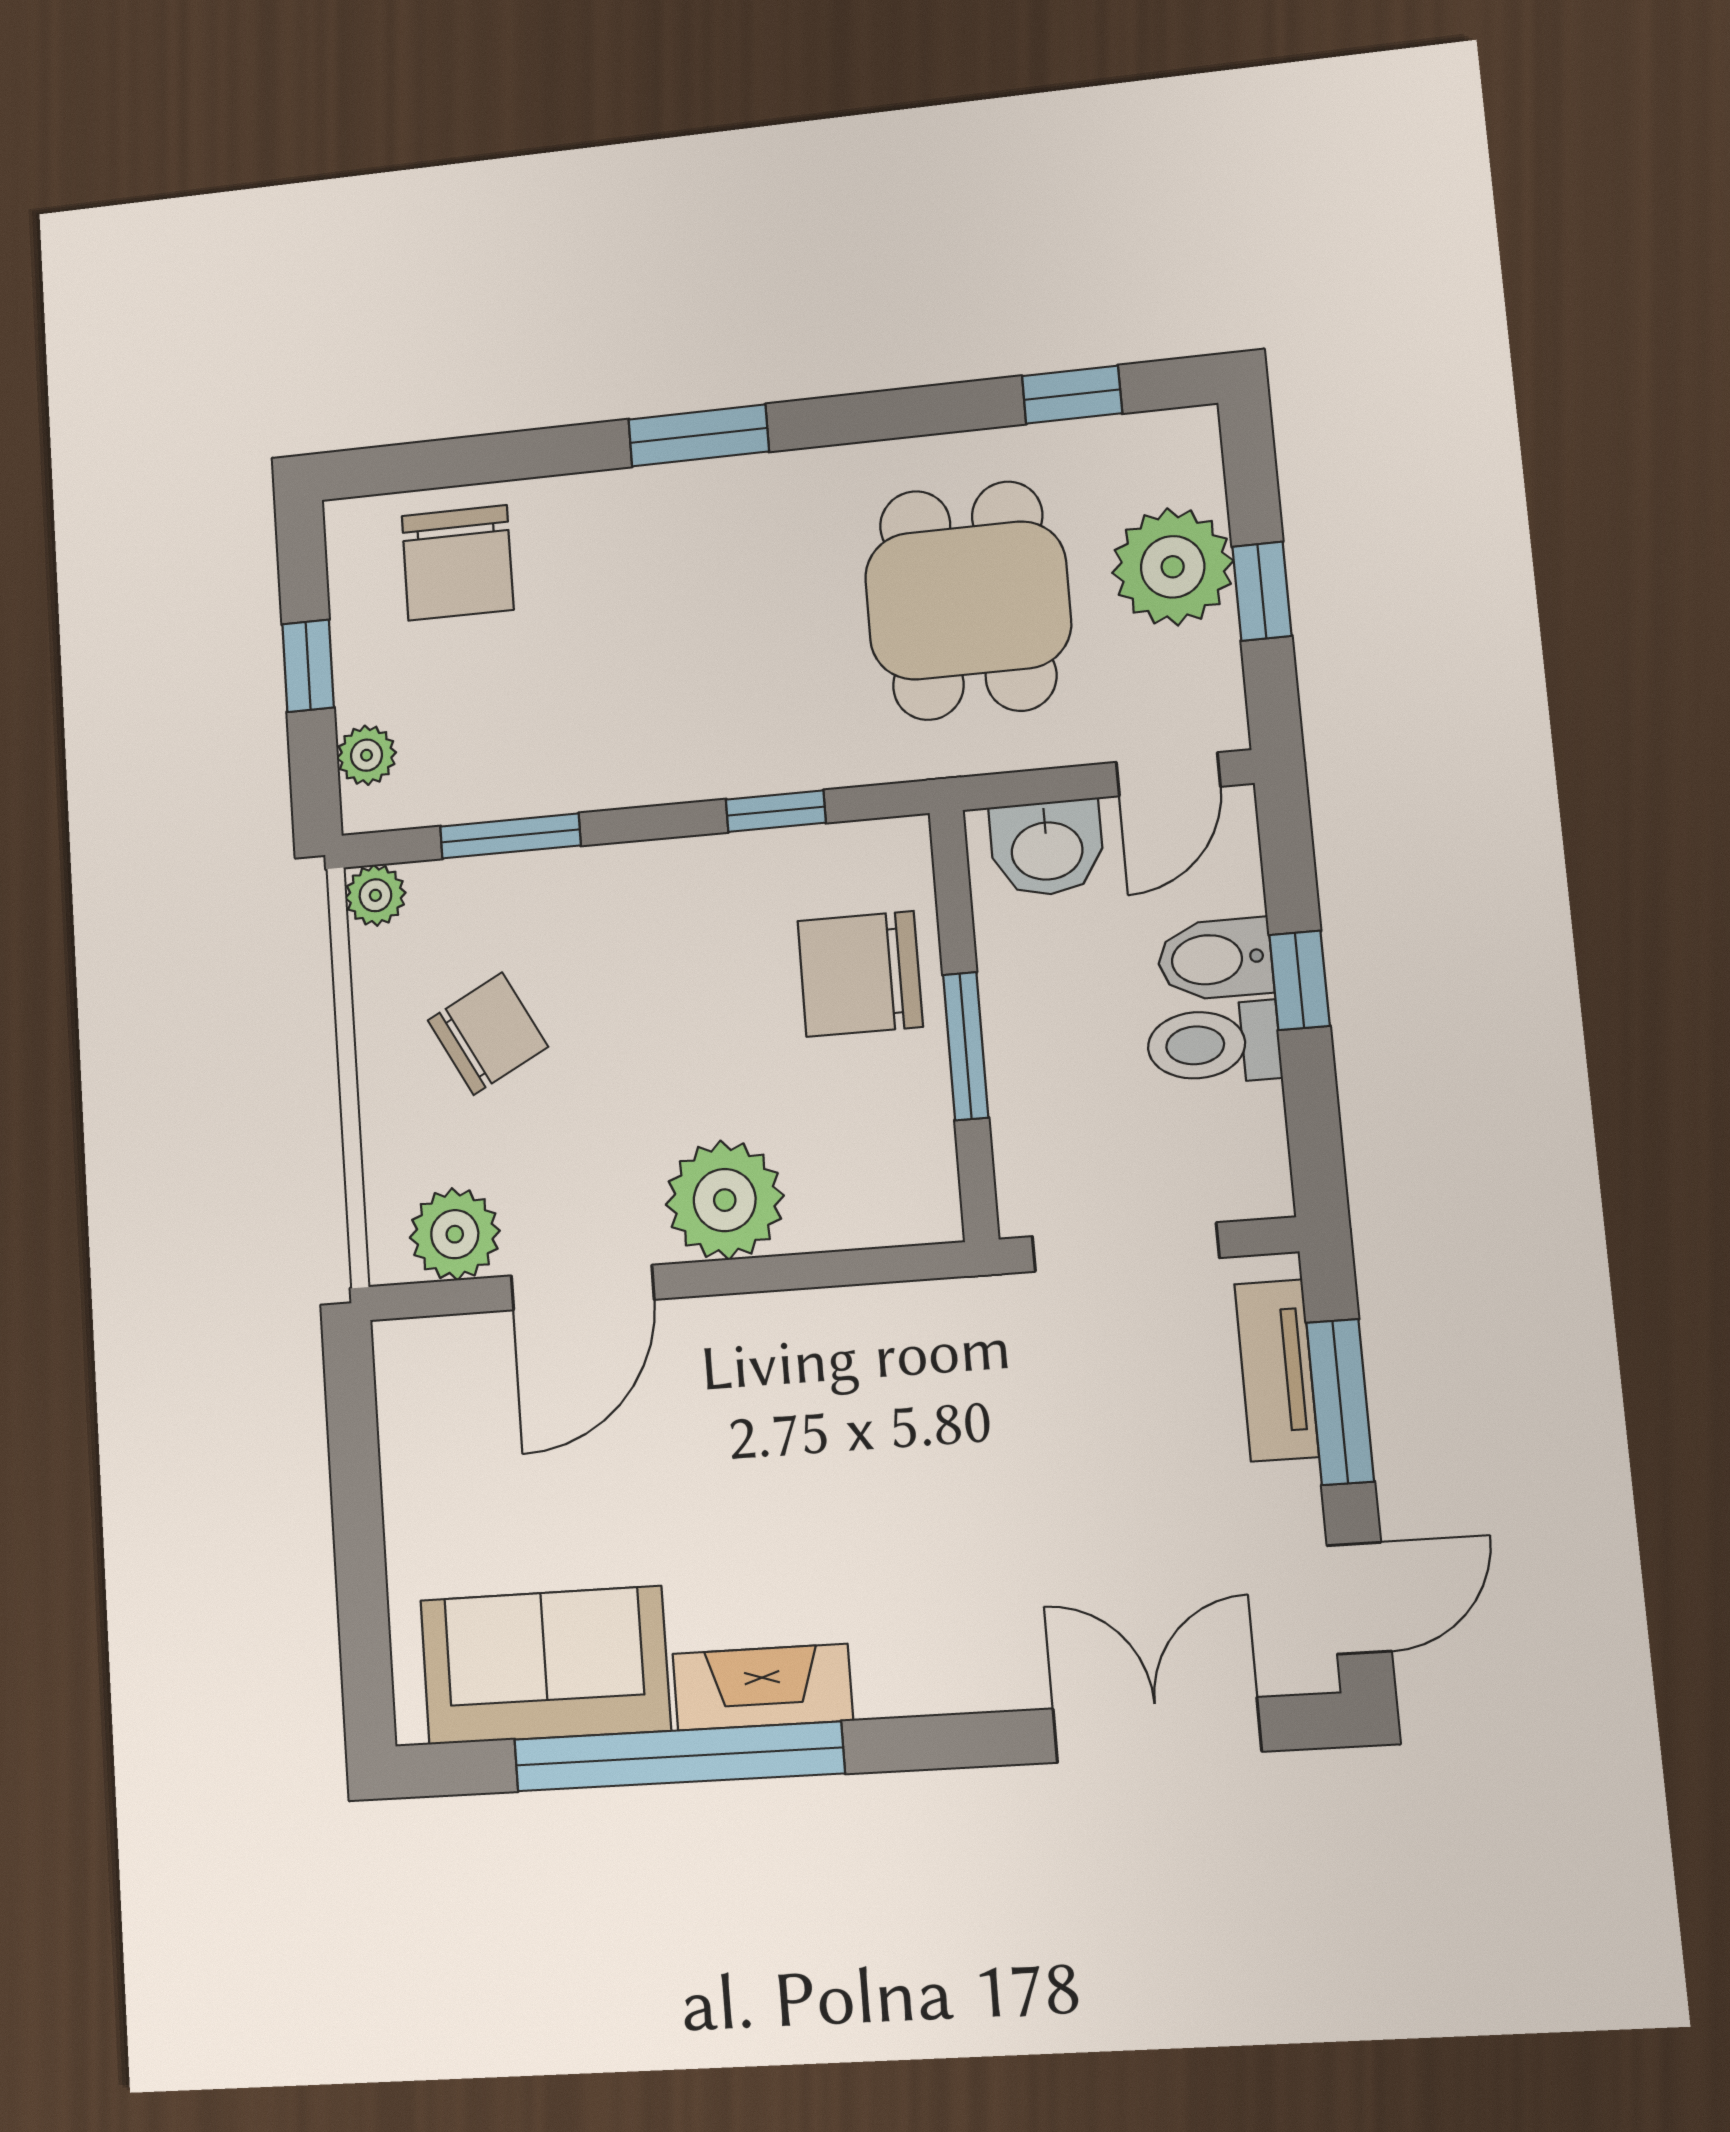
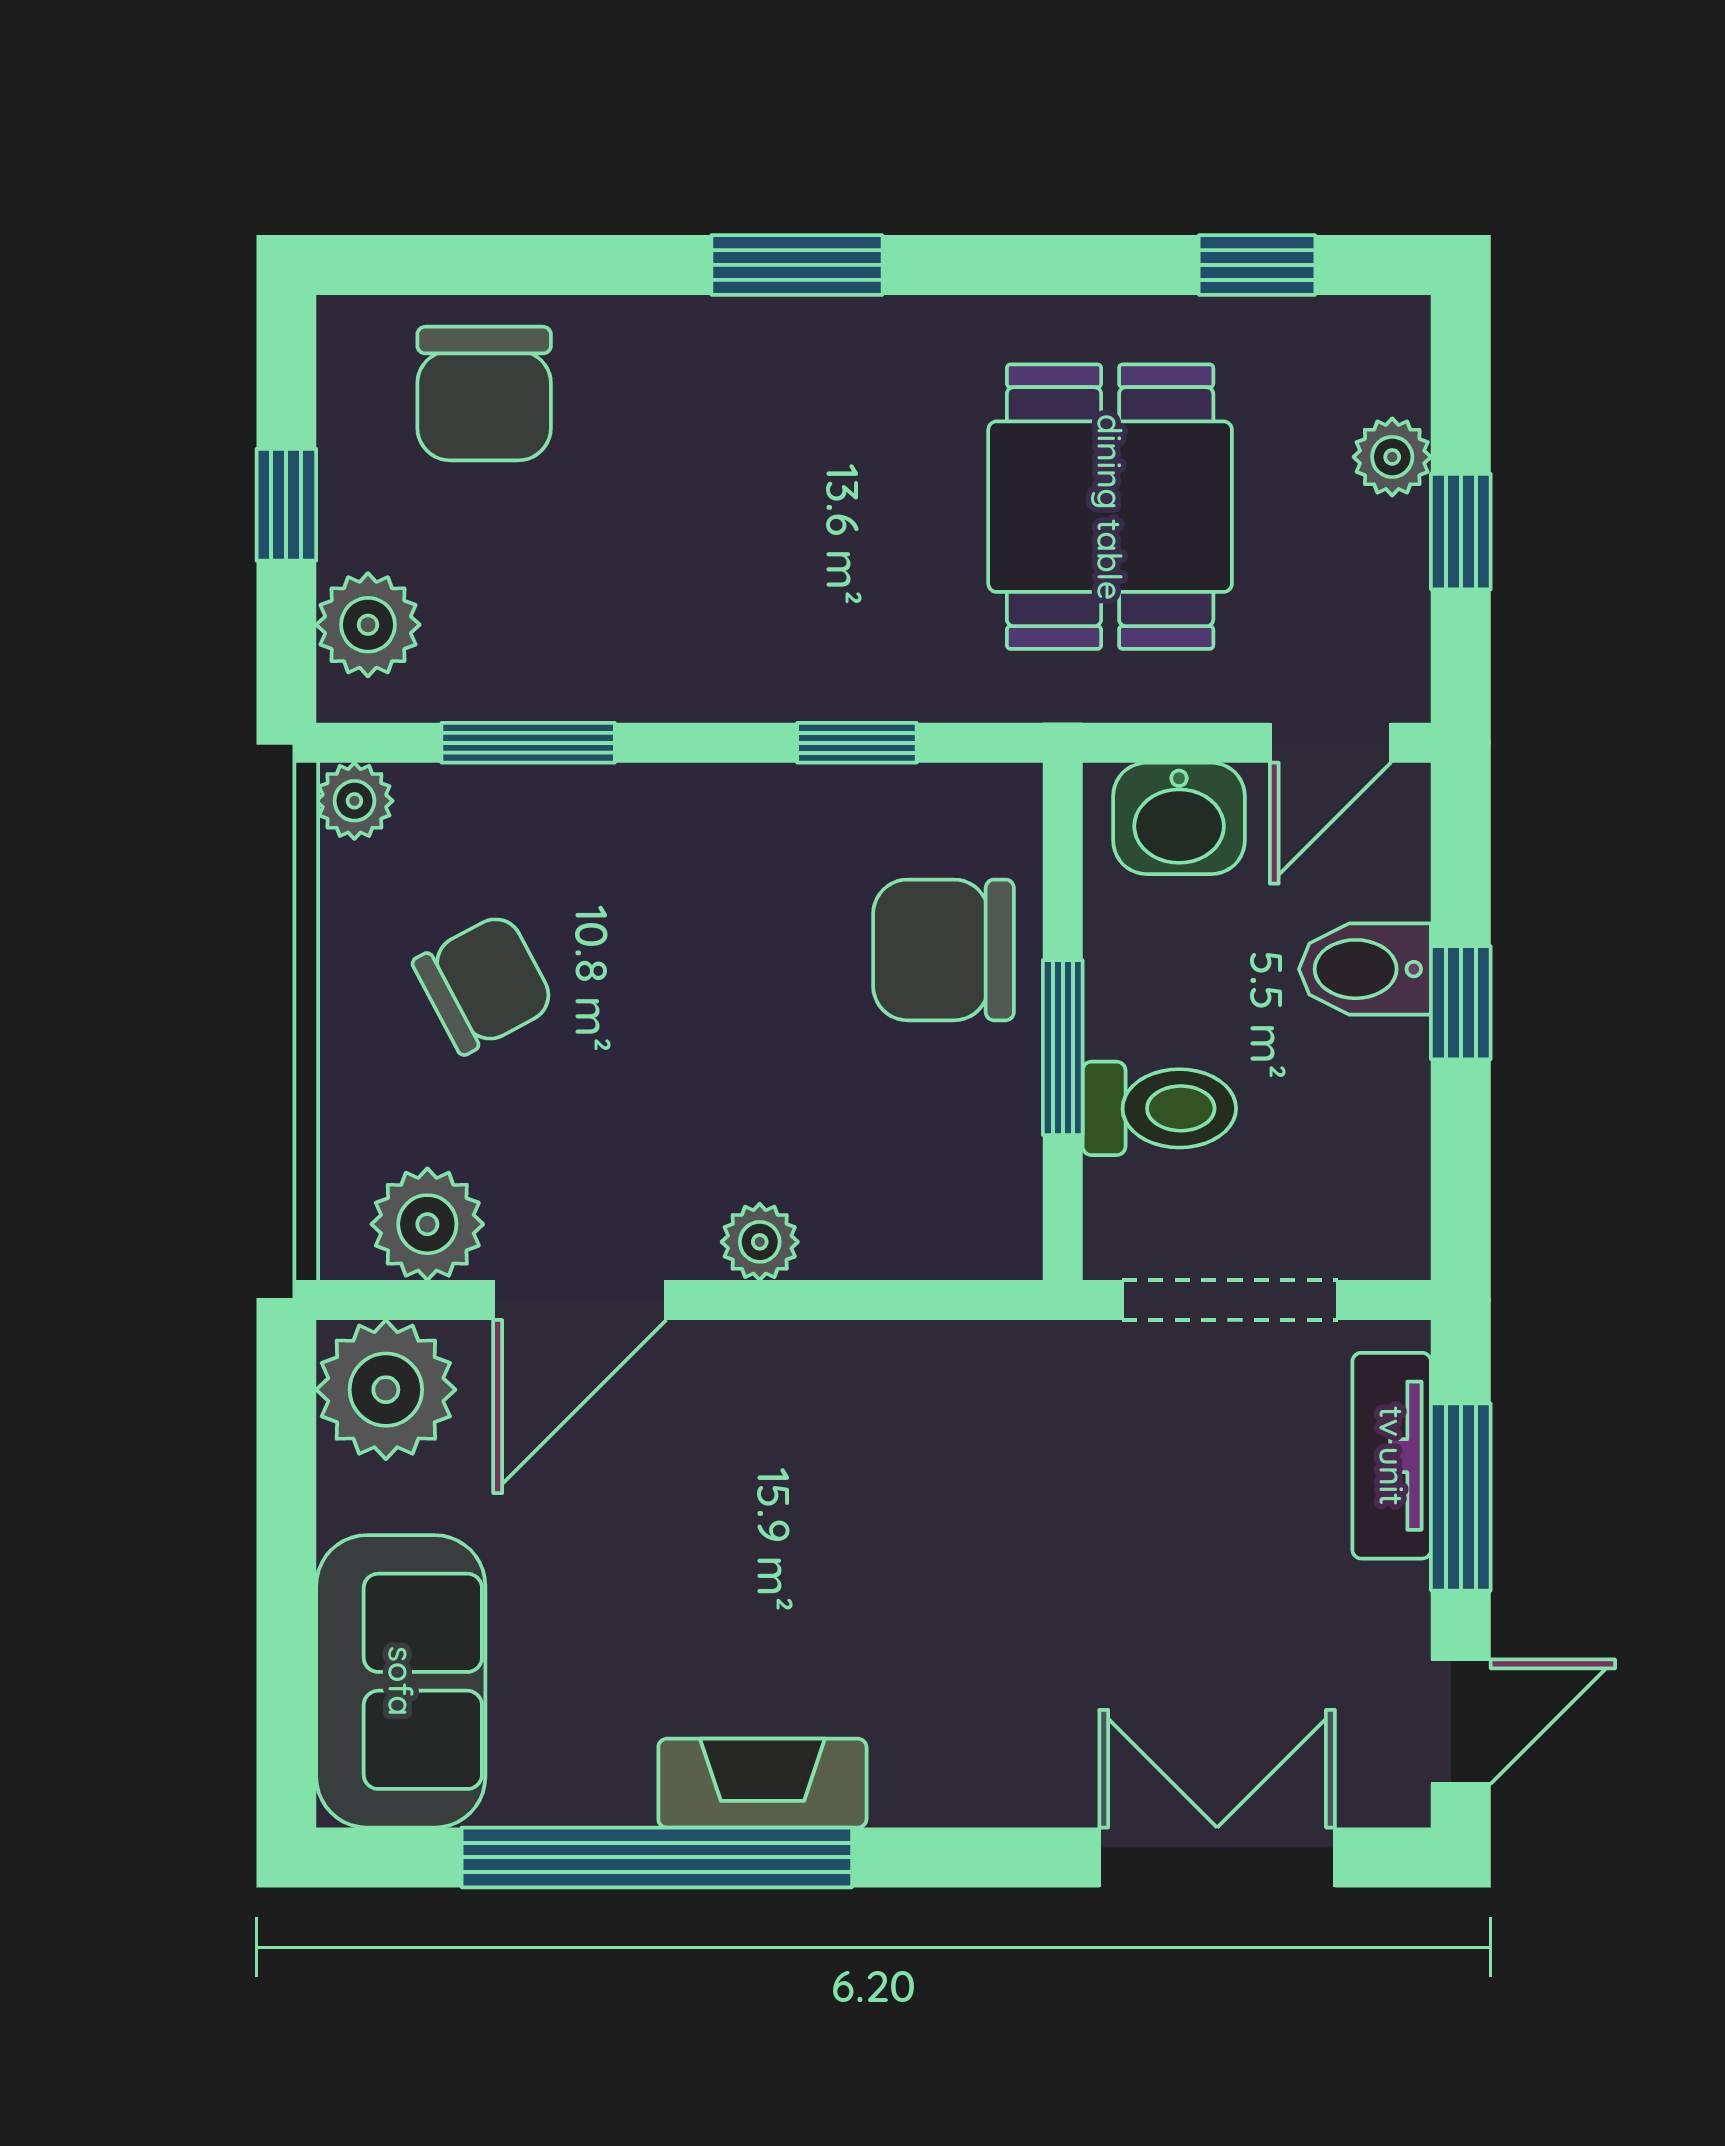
plant: (1173, 567) -> (1392, 457), width x0.53, depth x0.53
plant: (367, 755) -> (368, 625), width x1.38, depth x1.38
toilet: (1214, 1044) -> (1159, 1108), moved, turned 180
plant: (725, 1200) -> (760, 1242), width x0.53, depth x0.53
plant: (430, 1374) -> (386, 1390), added
sofa: (545, 1665) -> (401, 1681), moved, turned 90

